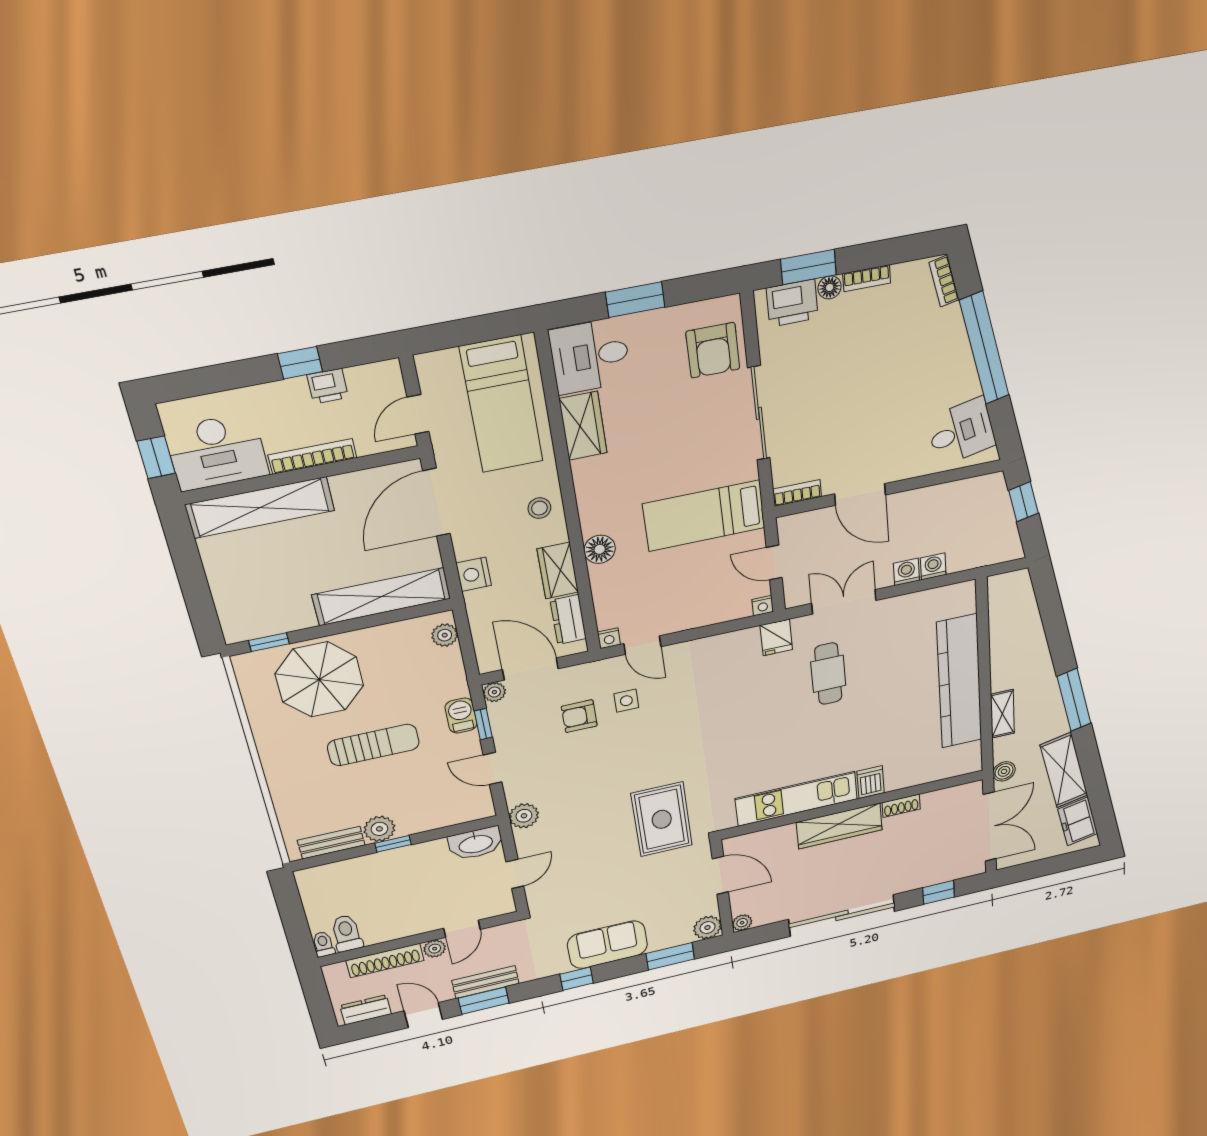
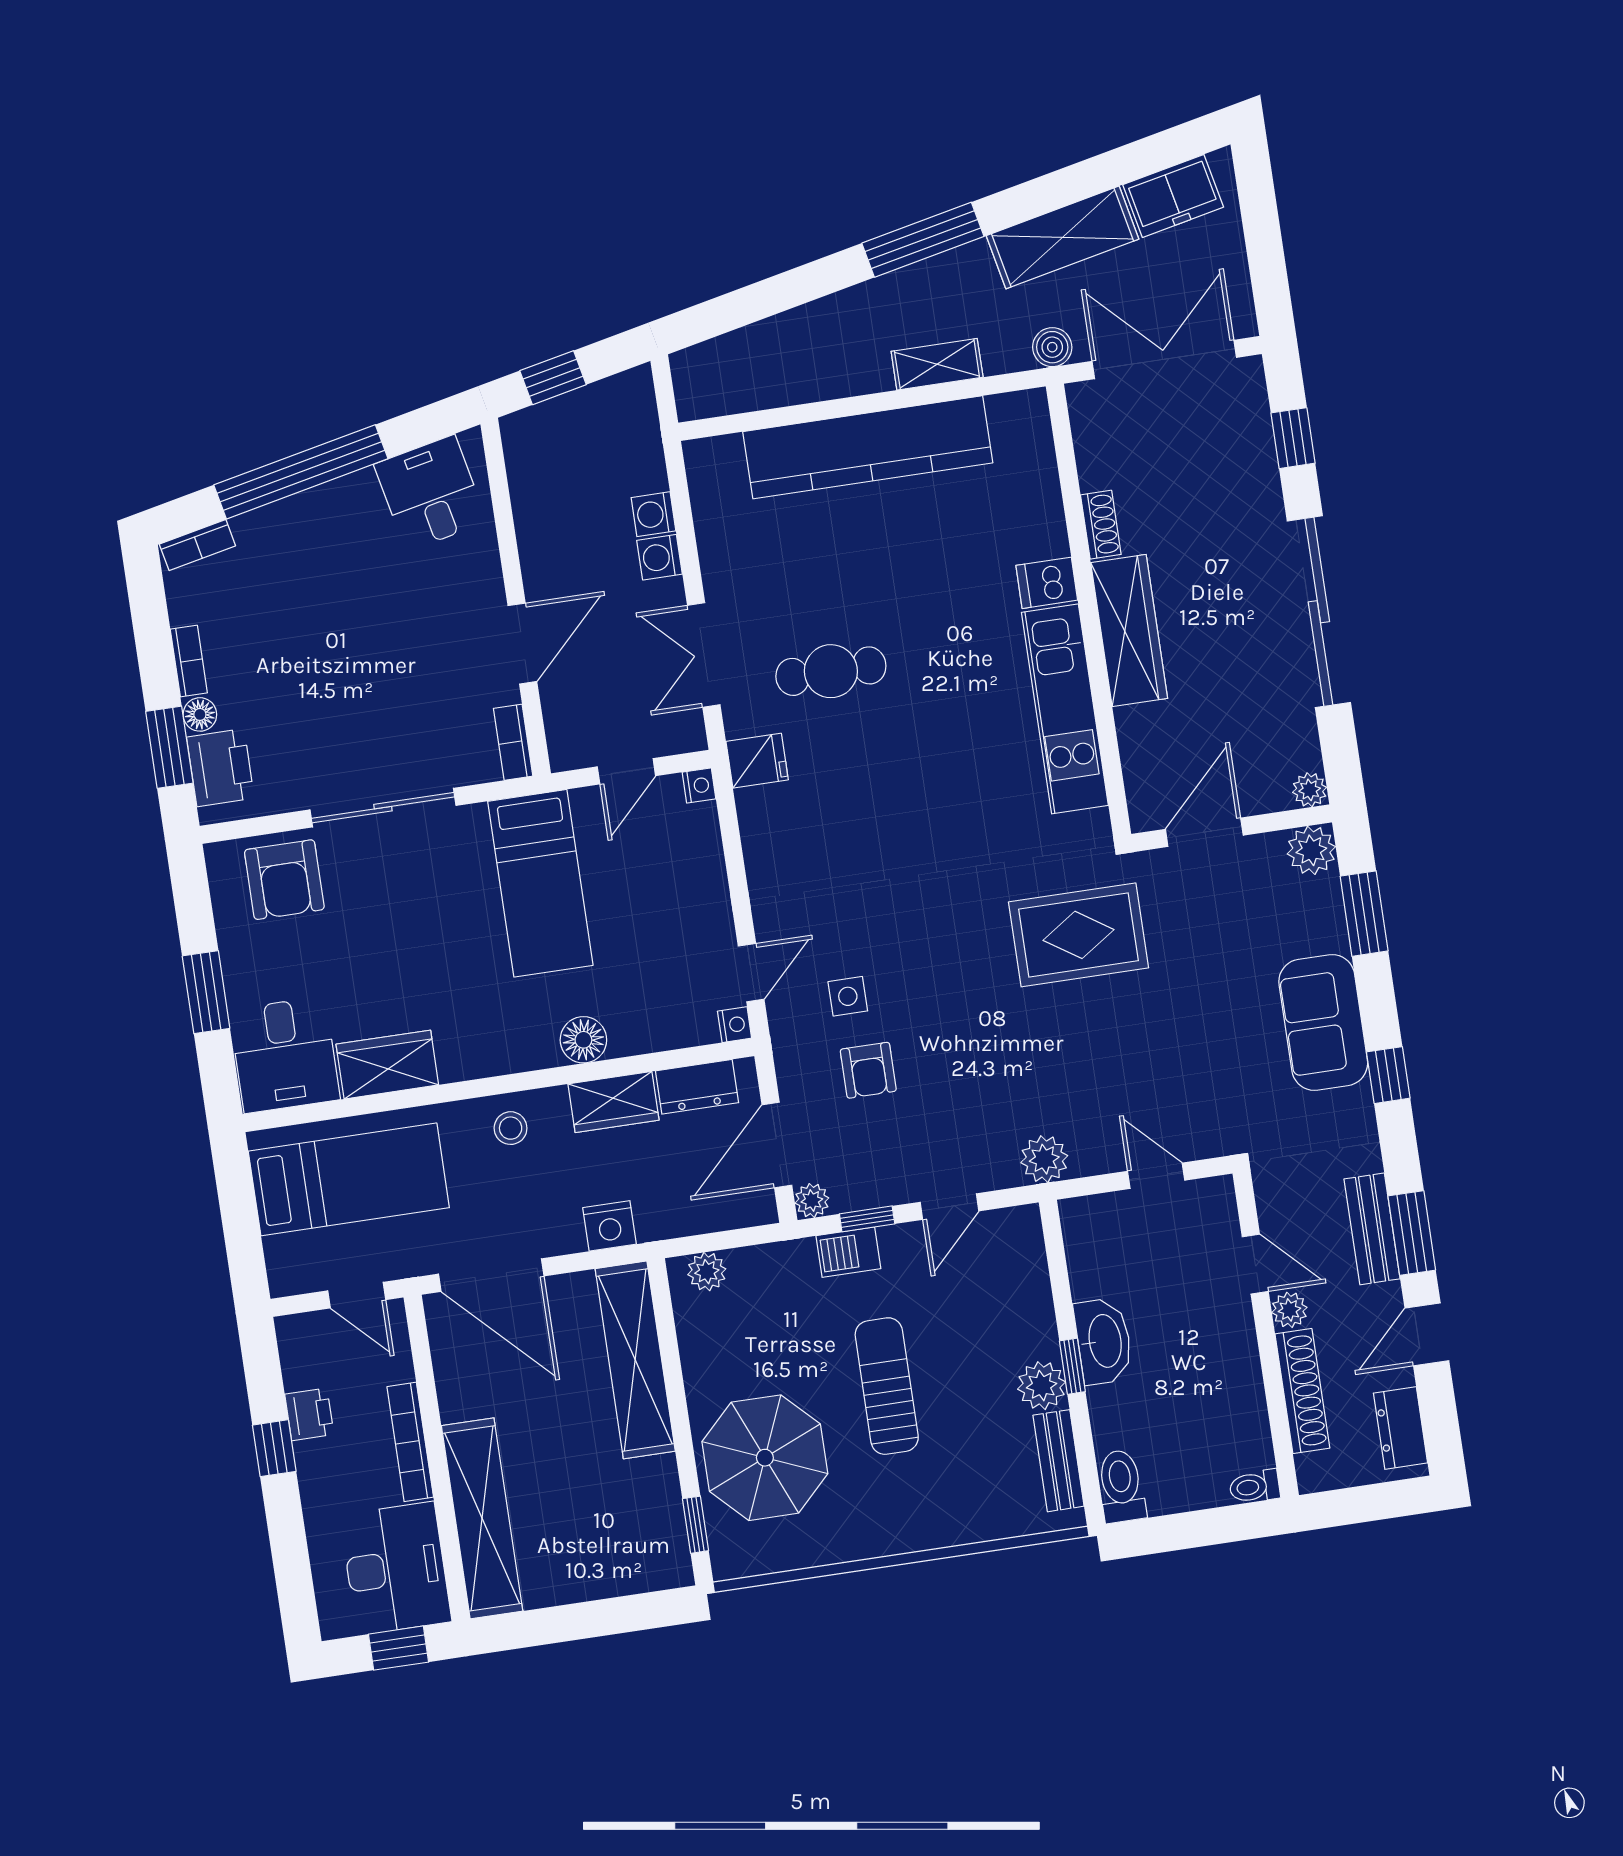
armchair: (713, 350) -> (284, 880), turned 90
washbasin: (476, 843) -> (1104, 1341), moved
toilet: (347, 933) -> (1121, 1486), moved, turned 90

